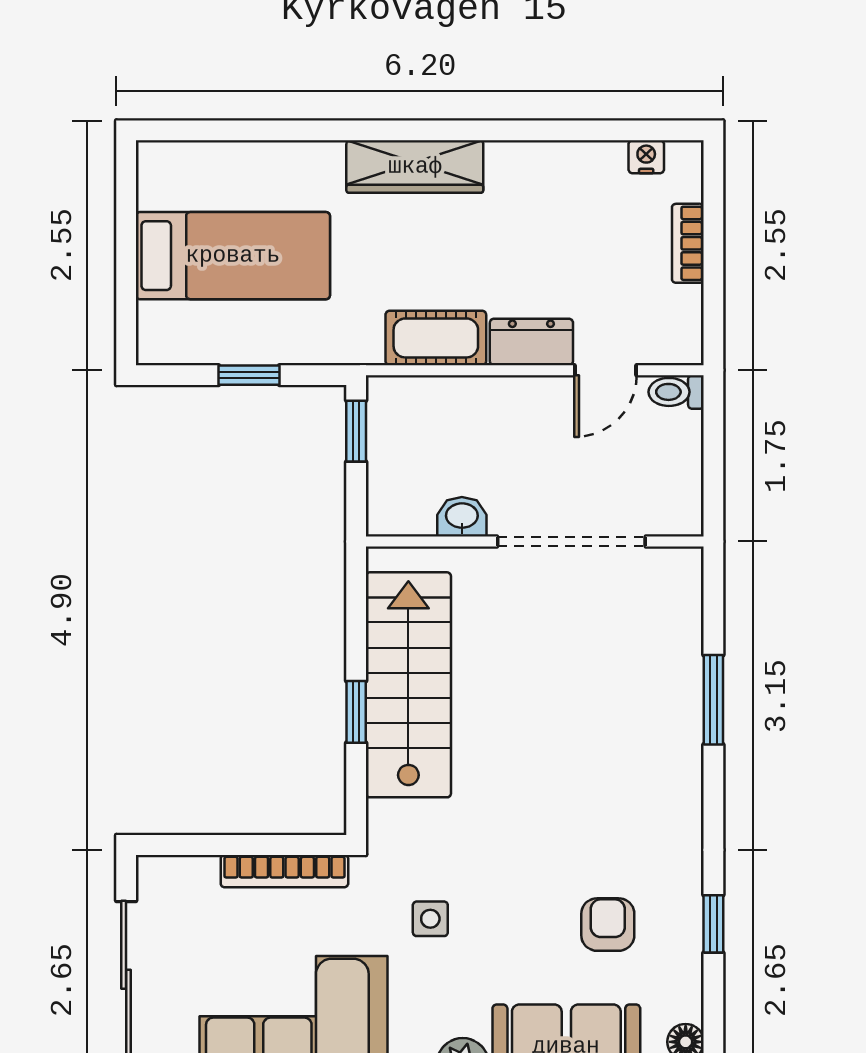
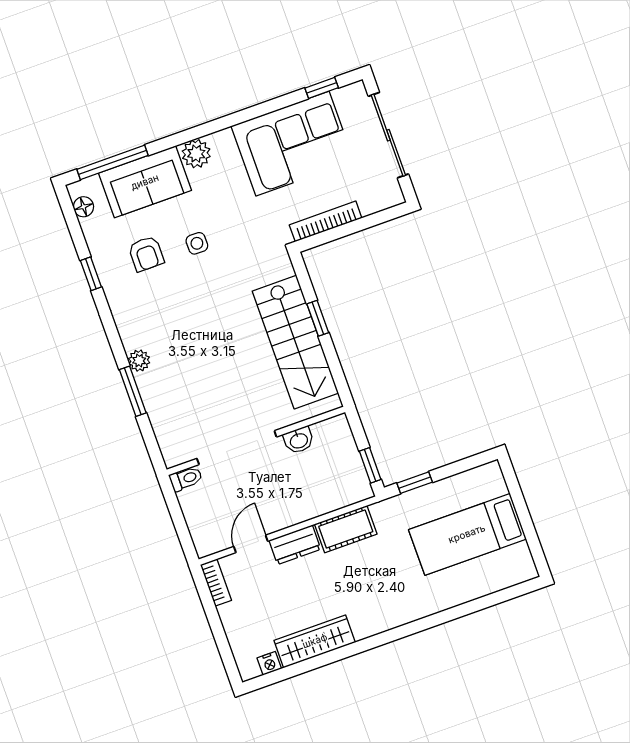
wardrobe: (415, 167) -> (315, 641), moved
bookcase: (688, 243) -> (216, 583), moved
window: (249, 375) -> (415, 483), moved
toilet: (676, 392) -> (186, 479), moved
plant: (684, 748) -> (139, 361), added
side table: (430, 919) -> (197, 243), moved

